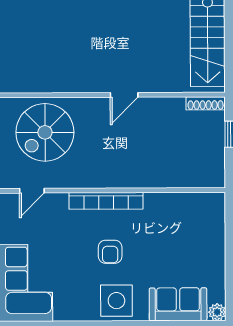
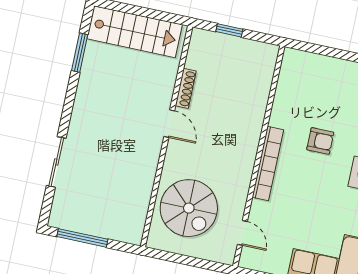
shoe rack: (206, 103) -> (186, 88), moved
armchair: (110, 252) -> (320, 141), moved

